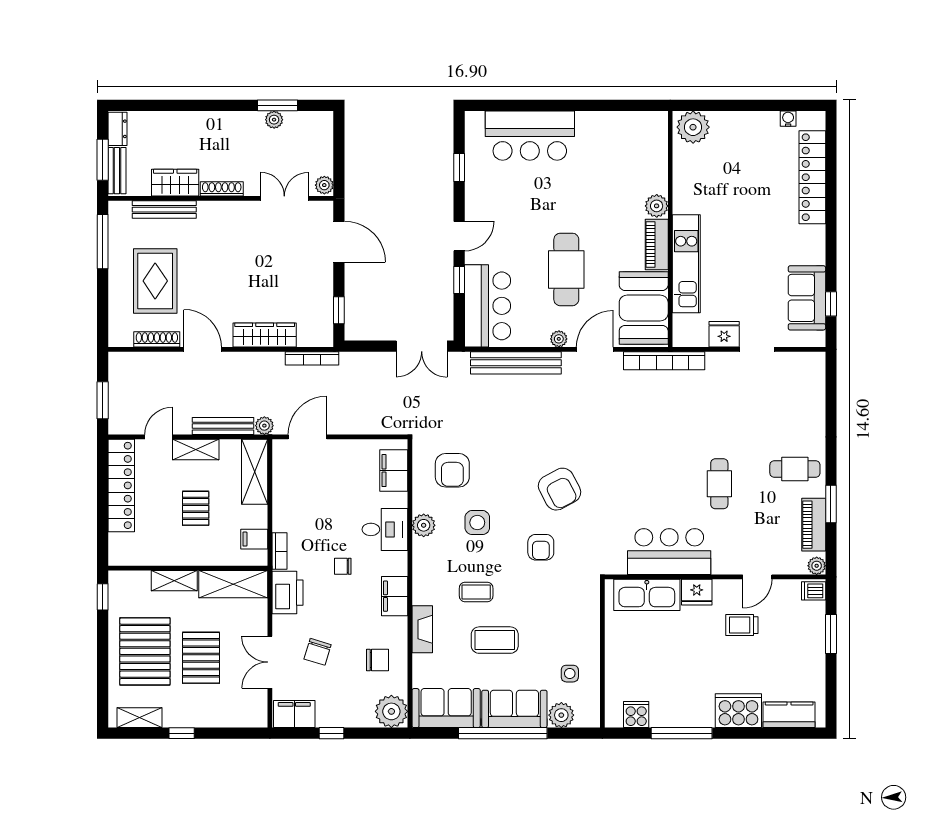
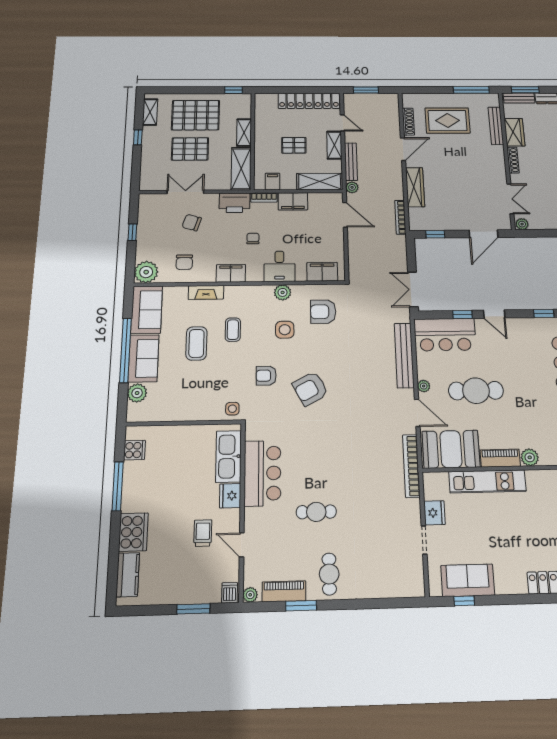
side table: (570, 674) -> (232, 409), moved
filing cabinet: (294, 714) -> (293, 201), moved, turned 90

